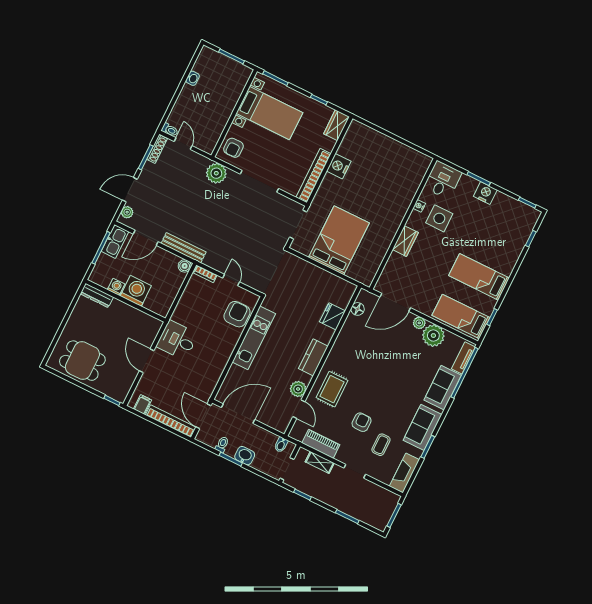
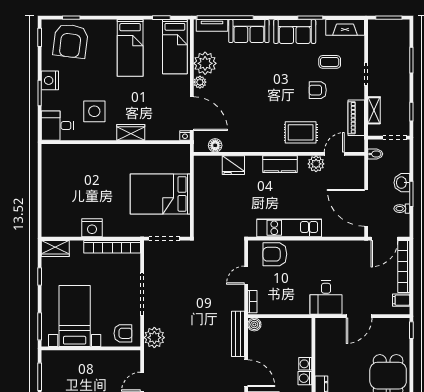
nightstand: (419, 206) -> (185, 135), moved
armchair: (511, 228) -> (71, 41), added
washing machine: (136, 291) -> (305, 364), width x0.53, depth x0.53

